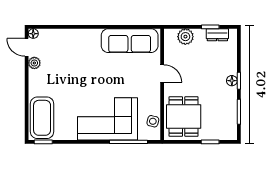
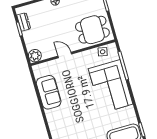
plant: (185, 37) -> (35, 56), moved
sofa: (130, 41) -> (49, 92), width x0.73
door: (162, 74) -> (65, 55), hinge flipped

